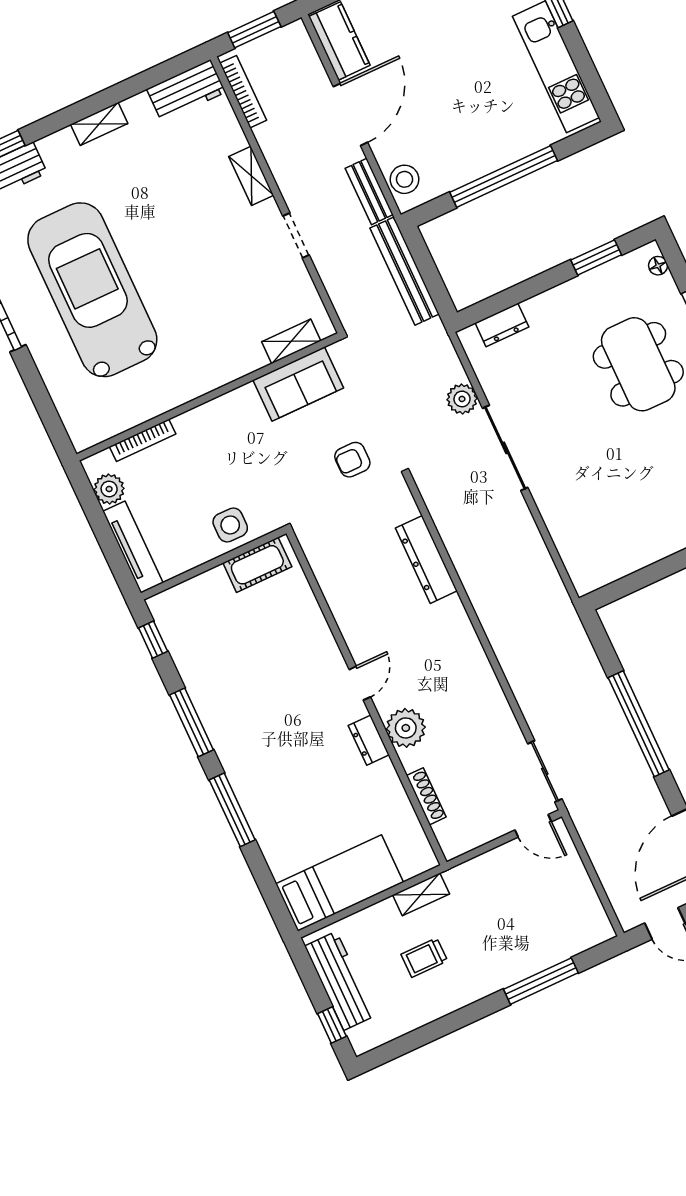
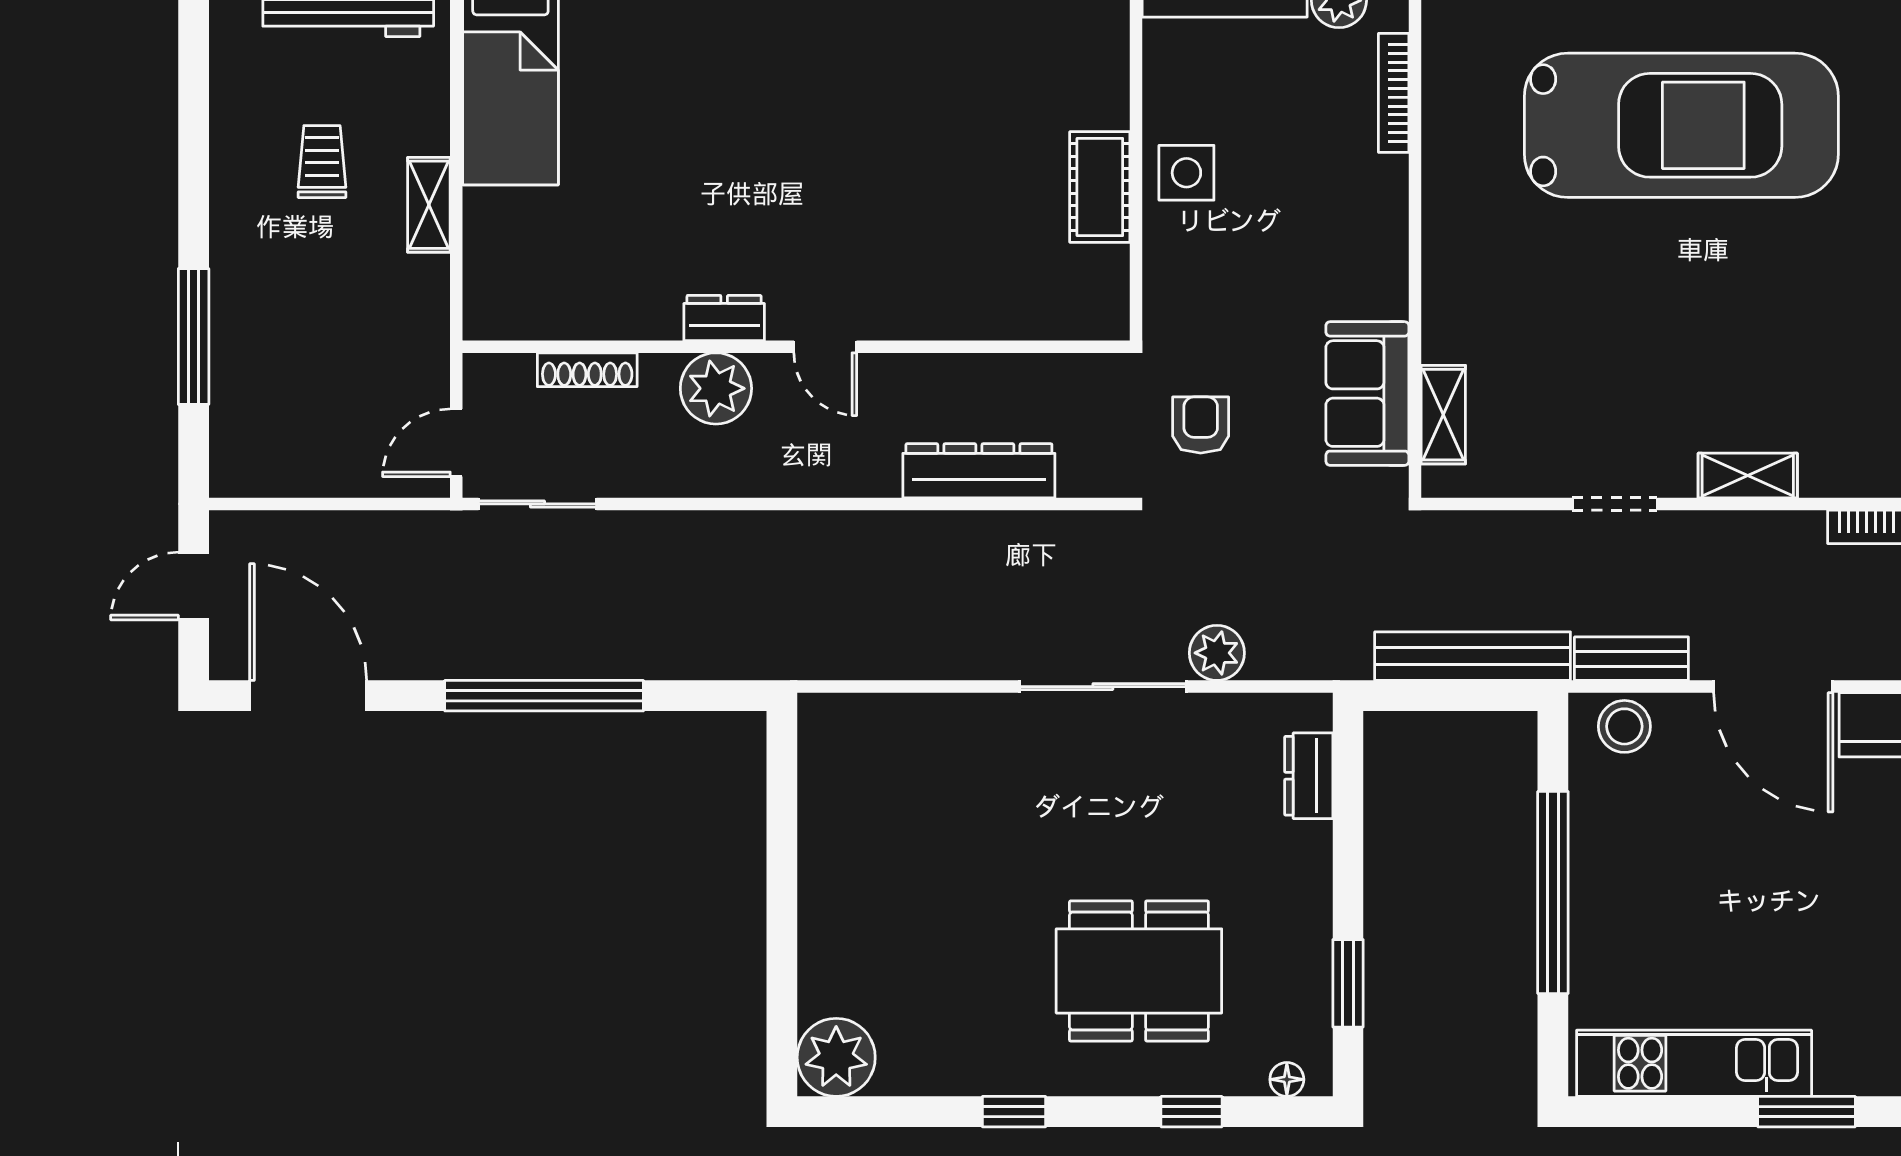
door: (360, 683) -> (825, 347), moved
wall: (366, 698) -> (796, 347), moved
plant: (406, 728) -> (716, 388), moved
dresser: (369, 740) -> (724, 318), moved
shoe rack: (426, 796) -> (587, 370), moved

